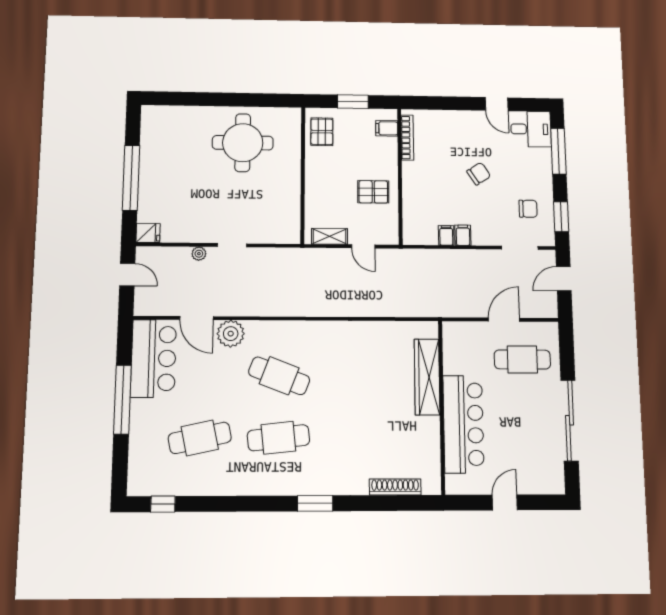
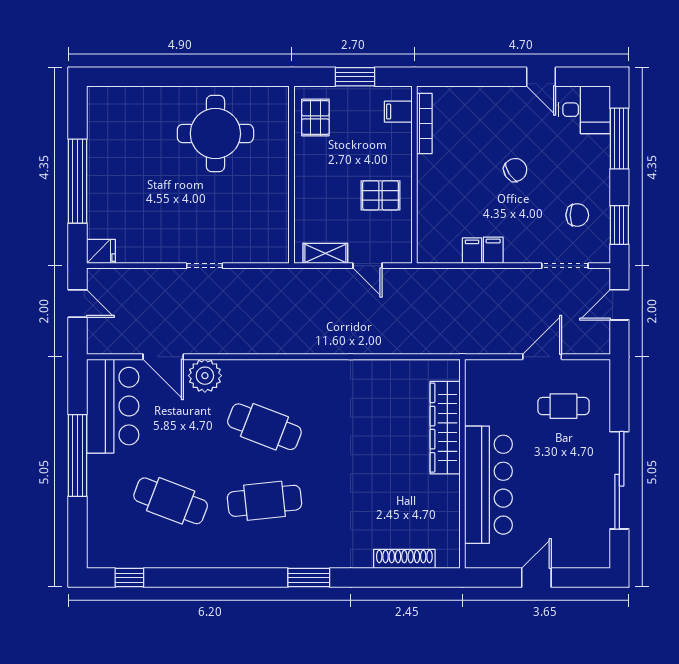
plant: (199, 254) -> (164, 277), removed
cafe table: (522, 359) -> (563, 406), width x0.73, depth x0.74
cafe table: (200, 438) -> (171, 501), turned 33

